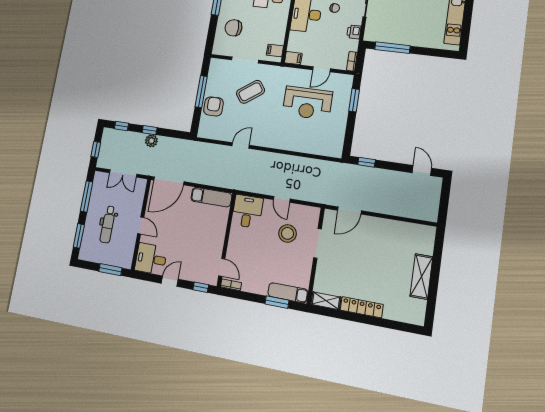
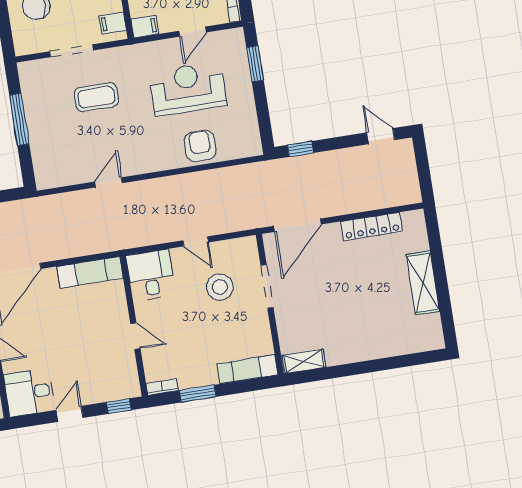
coffee table: (251, 92) -> (96, 97), turned 36
reception desk: (307, 103) -> (188, 89), turned 180
armchair: (213, 106) -> (200, 146), moved
door: (349, 210) -> (297, 225), width x1.36
door: (222, 267) -> (135, 336), moved
window: (277, 302) -> (198, 394), moved
locker: (362, 307) -> (372, 226), moved, turned 180

